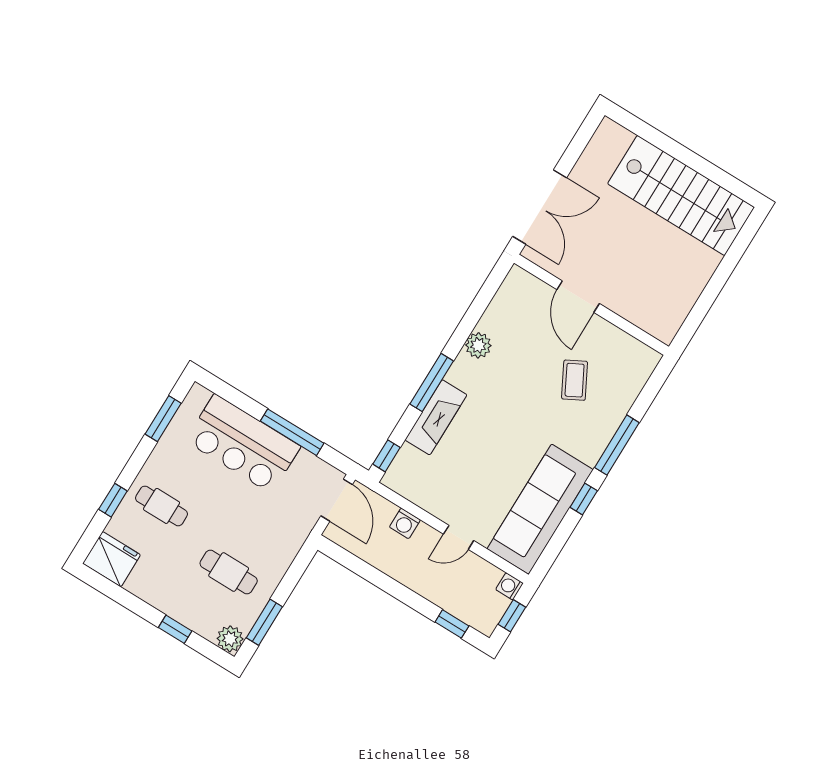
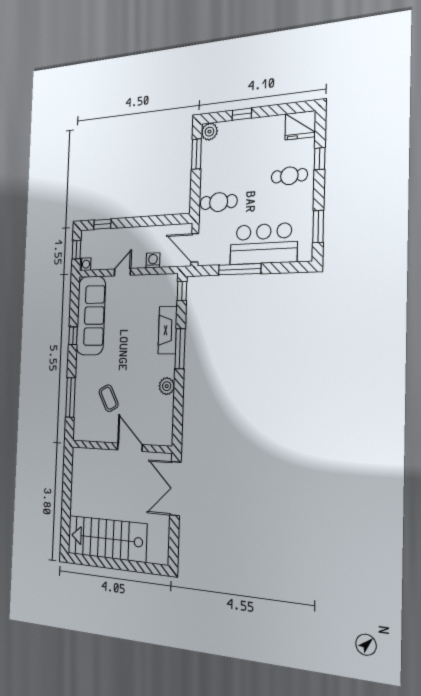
window: (617, 445) -> (71, 397), moved
cafe table: (229, 572) -> (219, 202), moved

